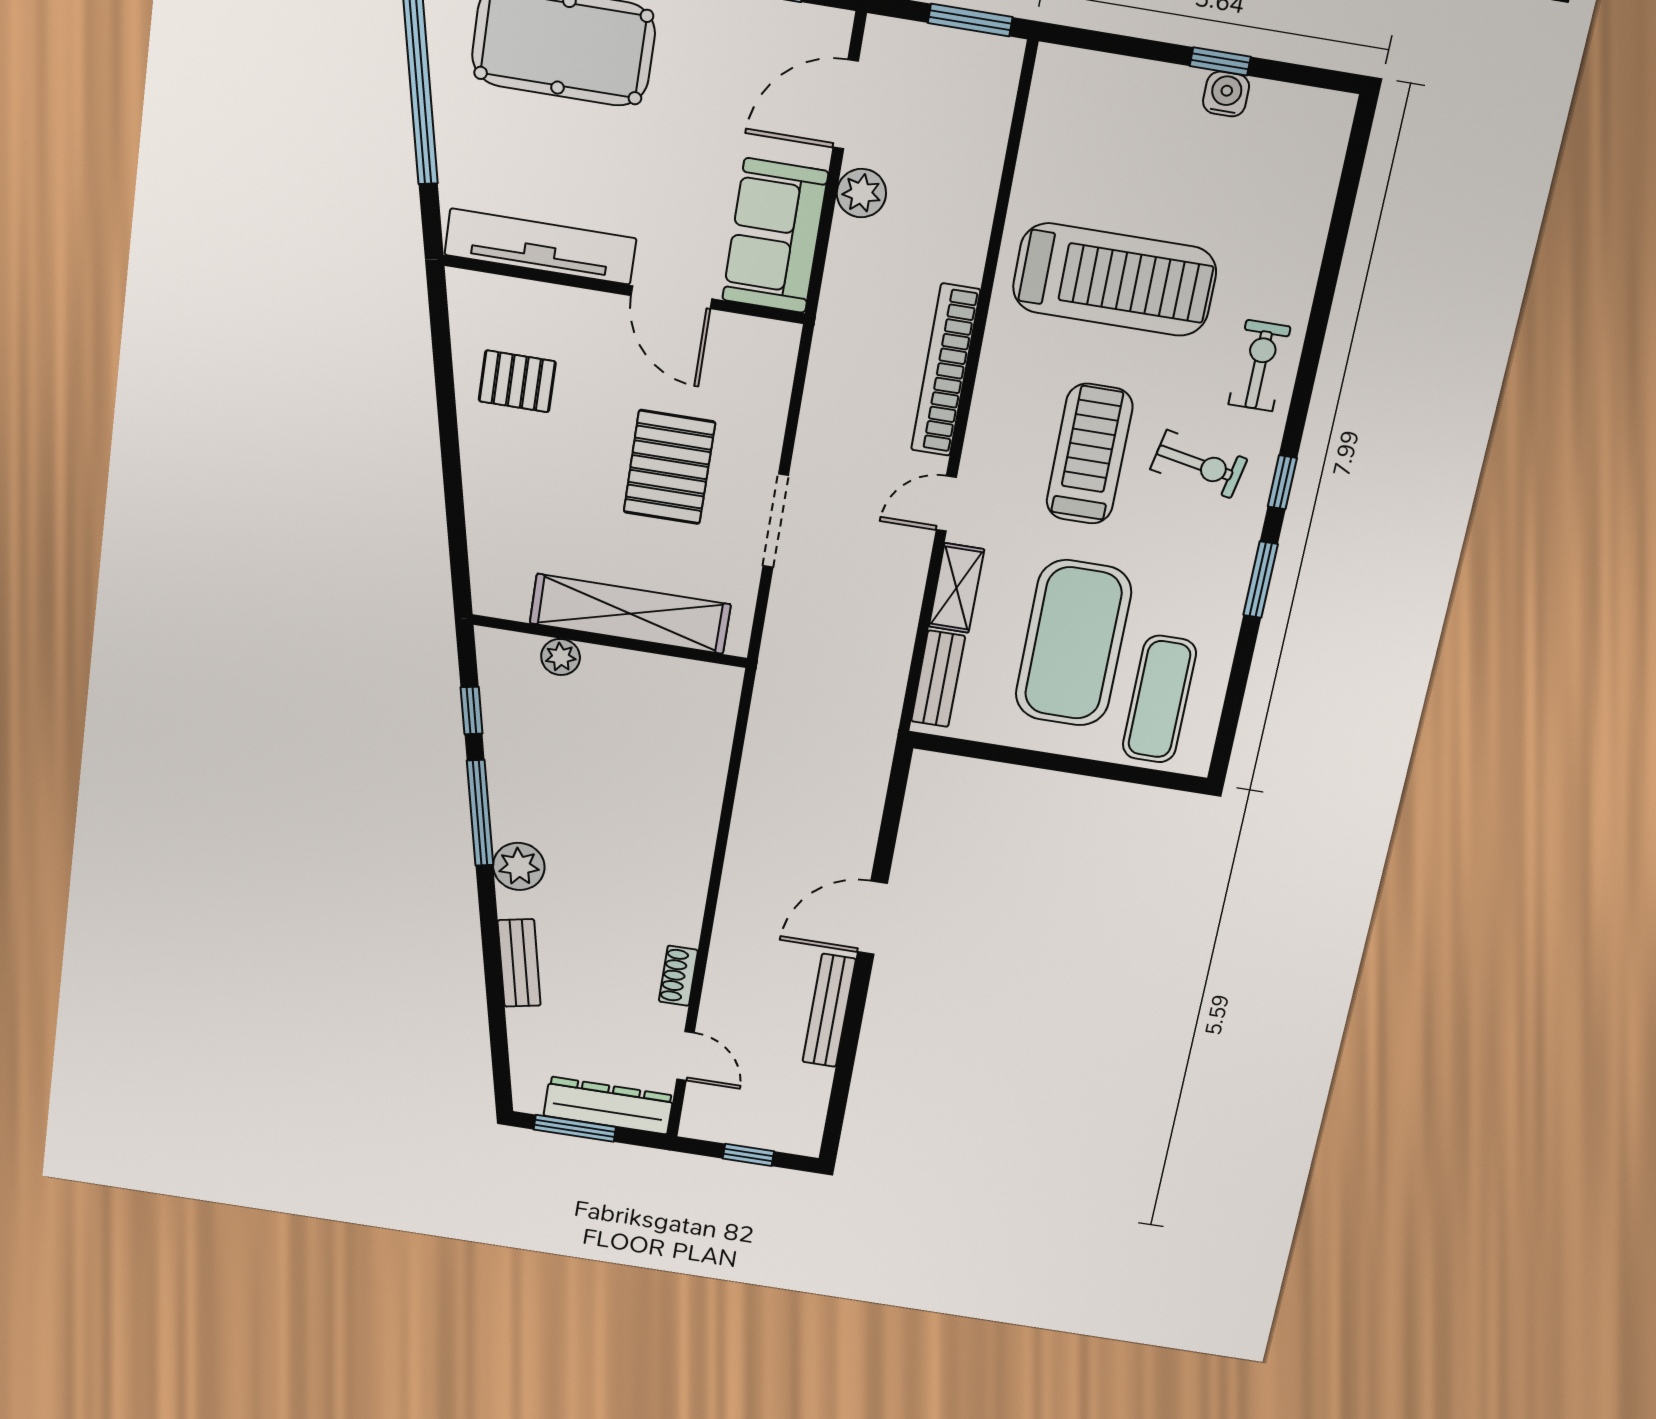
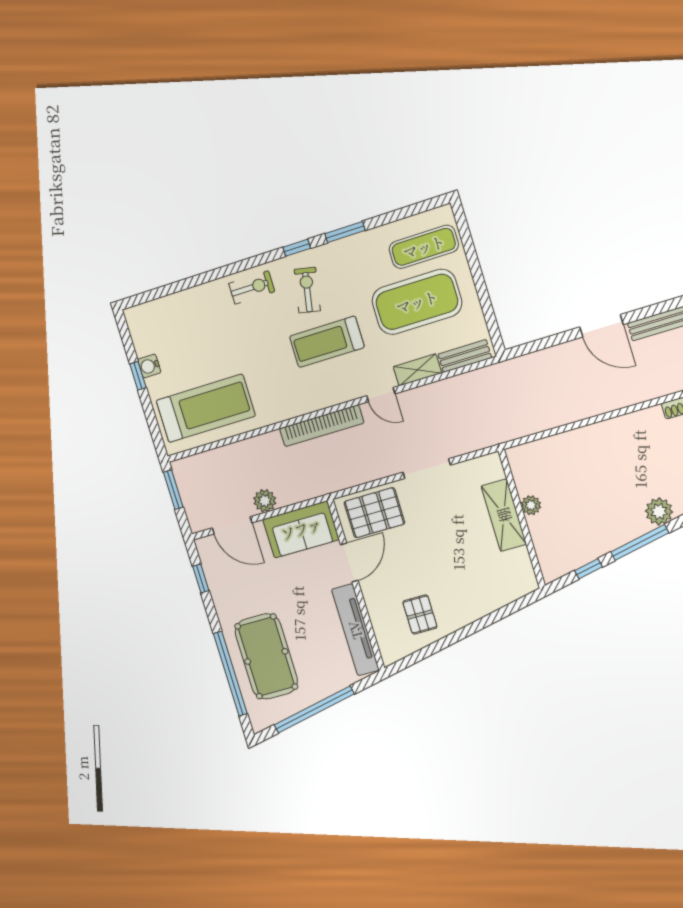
treadmill: (1115, 280) -> (206, 408), moved, turned 90
exercise bike: (1259, 366) -> (252, 288), turned 180
pallet: (669, 467) -> (374, 513), moved
shelving: (630, 614) -> (504, 515), width x0.68
plant: (561, 657) -> (531, 505), moved

